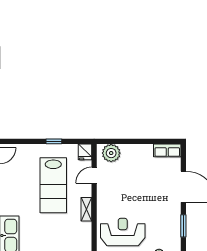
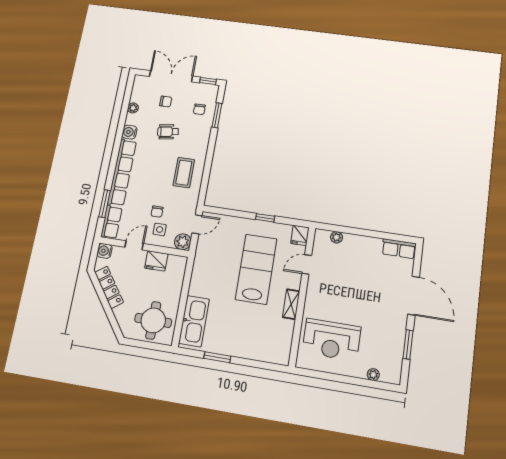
plant: (111, 153) -> (337, 237), width x0.53, depth x0.53
lab bench: (53, 185) -> (256, 269), turned 180
reception desk: (123, 232) -> (331, 340), turned 180

